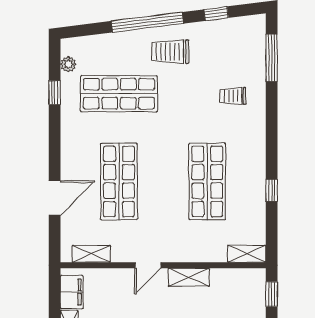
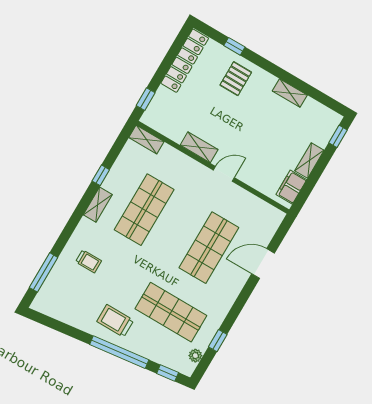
window: (216, 14) -> (168, 373), moved
trolley: (170, 52) -> (115, 321), turned 180
shelving: (91, 254) -> (98, 205), moved, turned 90

